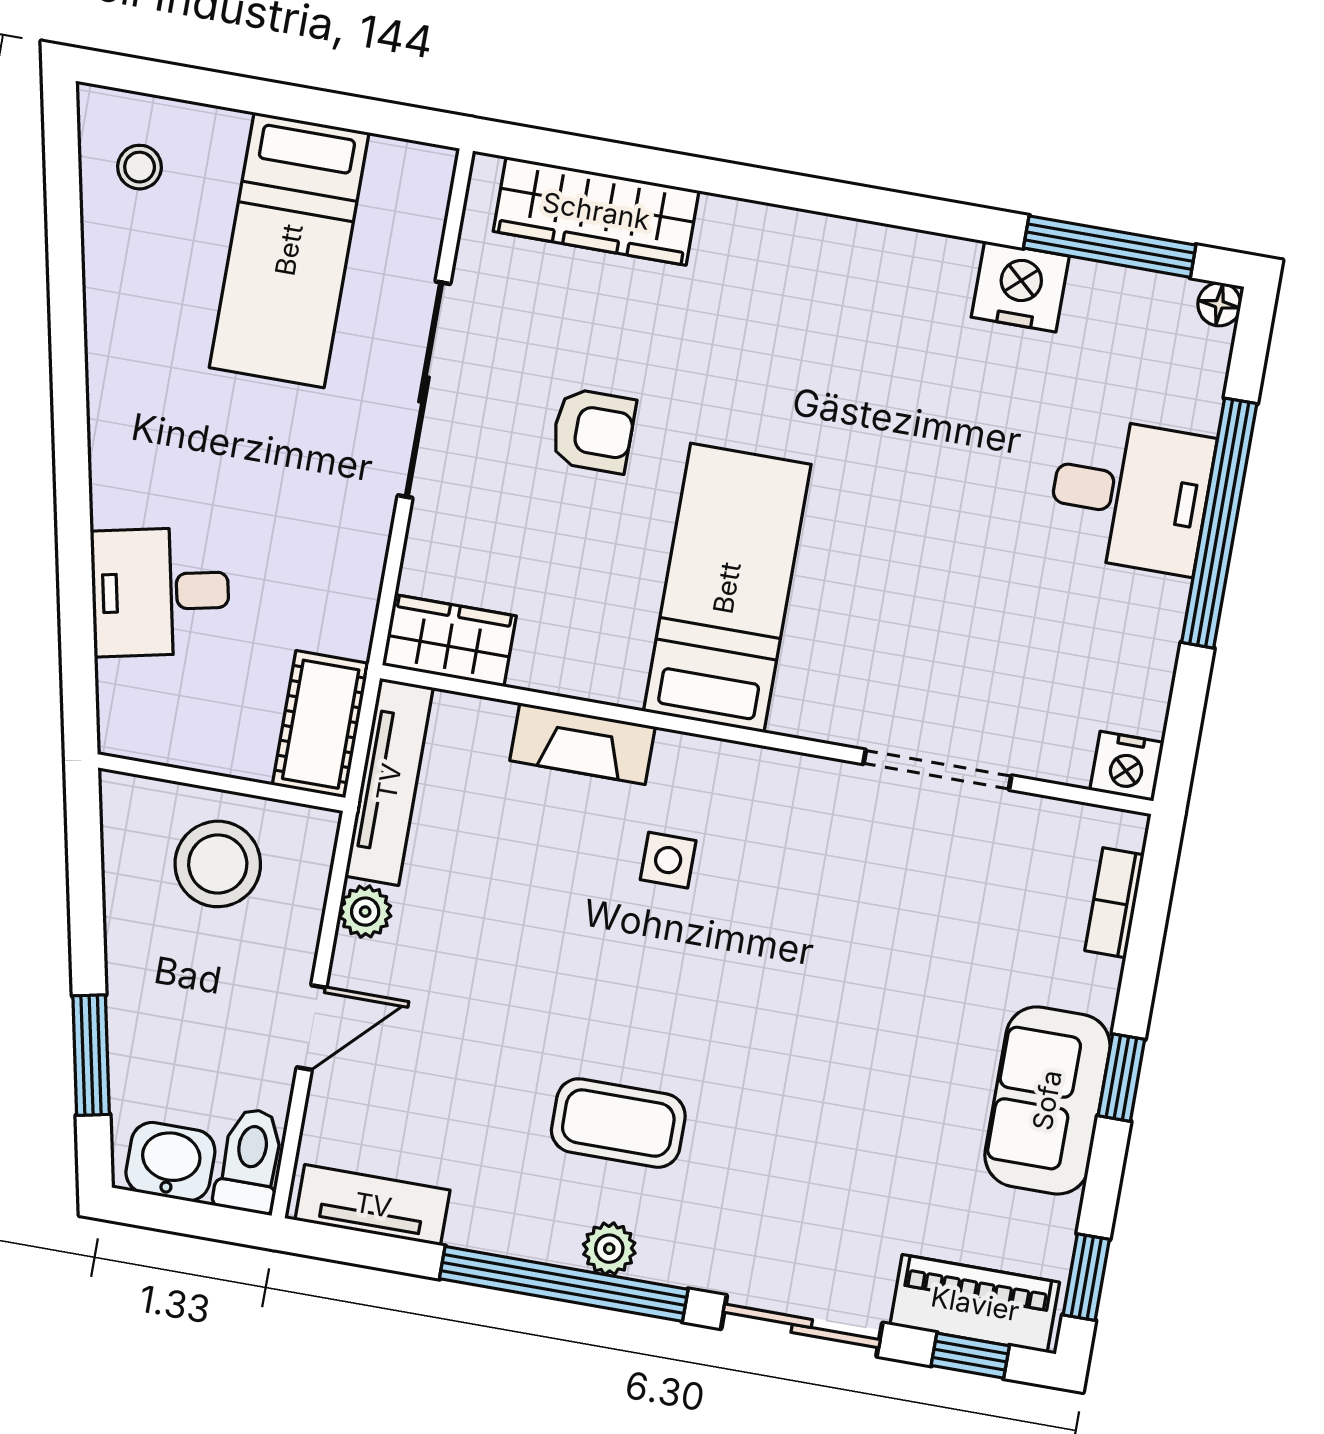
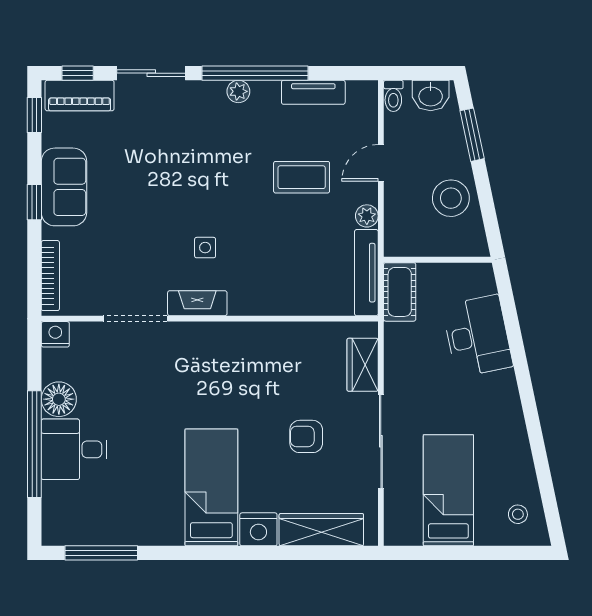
nightstand: (1020, 287) -> (258, 529), moved
floor lamp: (1219, 304) -> (59, 399), moved, width x1.89, depth x1.89
bed: (727, 588) -> (211, 487), moved, turned 180
desk: (160, 592) -> (477, 336), width x1.37
wardrobe: (449, 641) -> (363, 365), moved, turned 90
fireplace: (583, 744) -> (197, 303), moved
side table: (668, 860) -> (205, 248), moved
stool: (218, 864) -> (451, 198), moved
bookcase: (1114, 903) -> (50, 276), width x1.56
coffee table: (618, 1123) -> (302, 177), moved
toilet: (250, 1161) -> (393, 96), width x0.73, depth x0.72
tv unit: (373, 1205) -> (313, 92), moved

